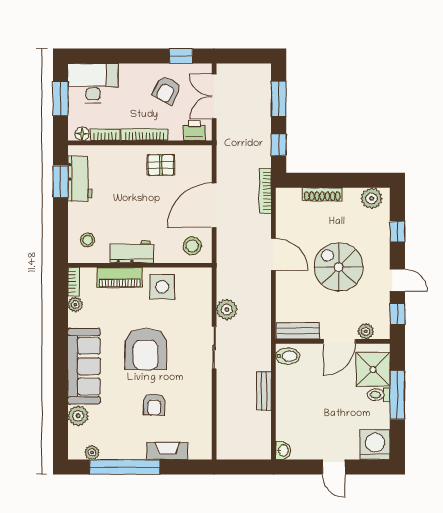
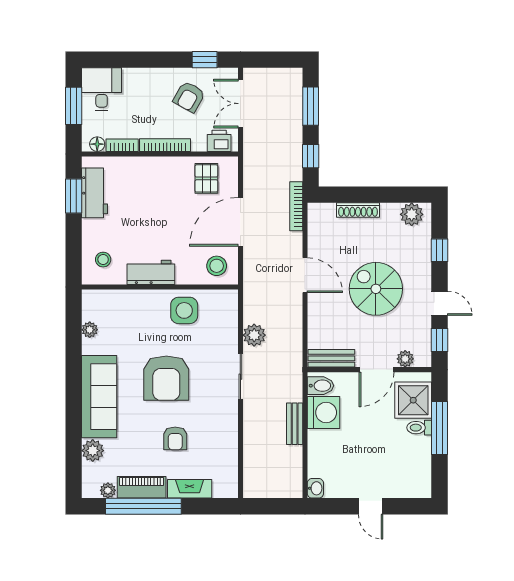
desk: (93, 83) -> (102, 89), width x0.73
pallet: (161, 165) -> (206, 178), moved, turned 90
piano: (120, 277) -> (142, 487), moved, turned 180
bookcase: (74, 282) -> (88, 305), removed
washing machine: (375, 445) -> (324, 412), moved, turned 90

